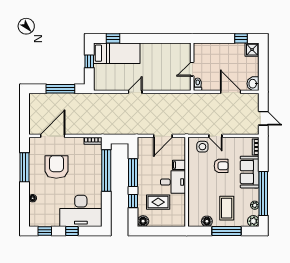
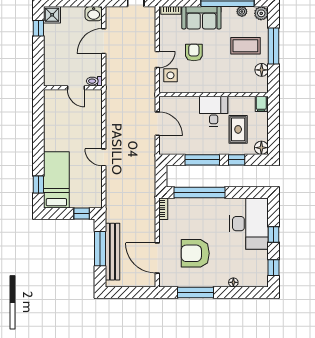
window: (89, 61) -> (82, 213), moved
bench: (58, 99) -> (112, 252), added
filing cabinet: (179, 165) -> (261, 104), moved

